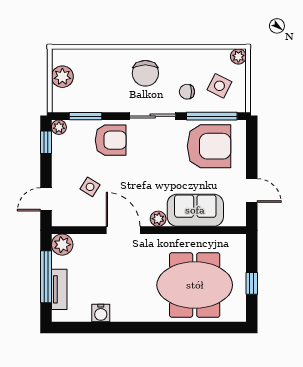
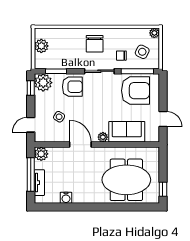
plant: (59, 127) -> (43, 83), width x1.88, depth x1.88
window: (252, 283) -> (163, 189), moved

